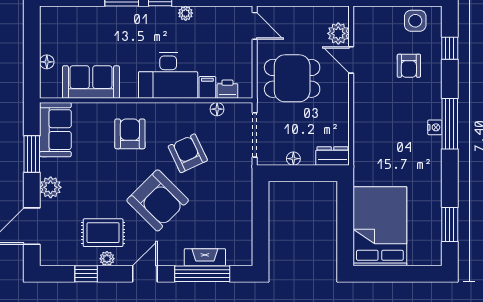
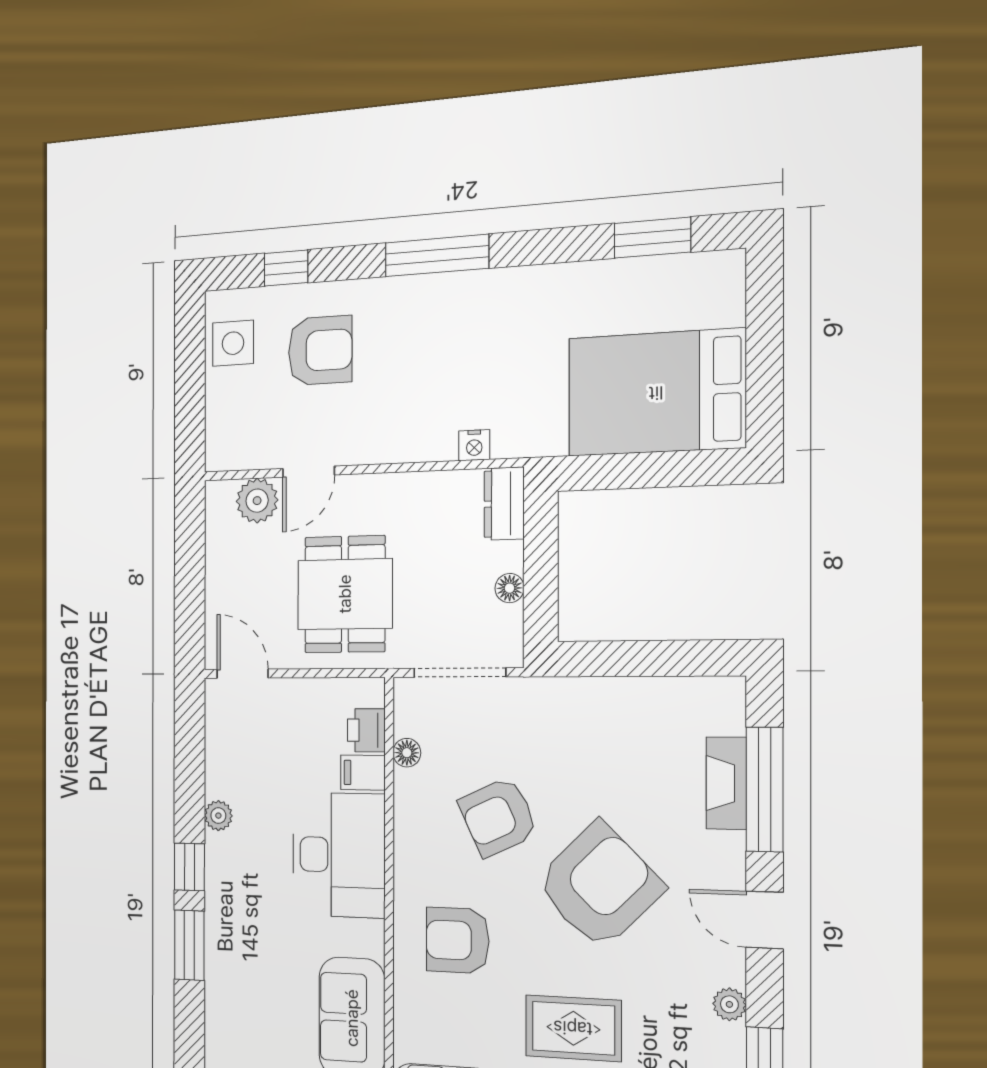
door: (255, 26) -> (242, 674), hinge flipped
armchair: (409, 66) -> (320, 350), width x1.38, depth x1.38
nightstand: (435, 127) -> (474, 445), moved, turned 180
rug: (103, 233) -> (573, 1028), moved, turned 90

